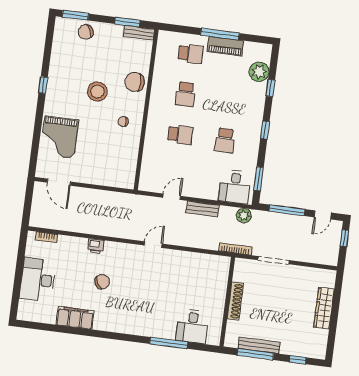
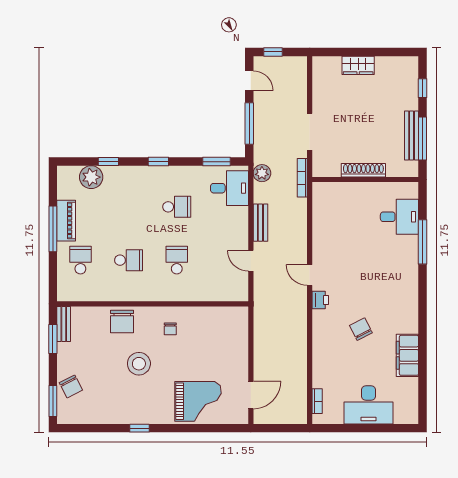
printer: (96, 246) -> (320, 300), moved
wardrobe: (324, 308) -> (358, 65), width x0.67

